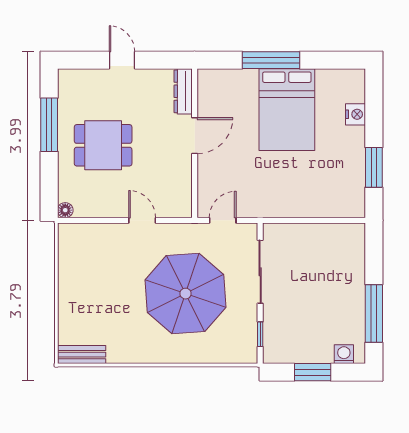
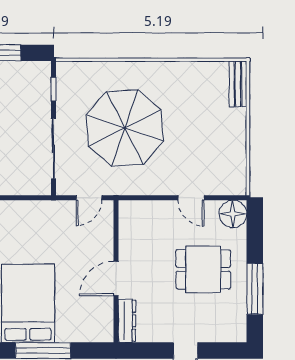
floor lamp: (65, 210) -> (233, 214), width x1.89, depth x1.89
door: (142, 220) -> (191, 198), moved
bench: (82, 355) -> (238, 84), moved, turned 90

